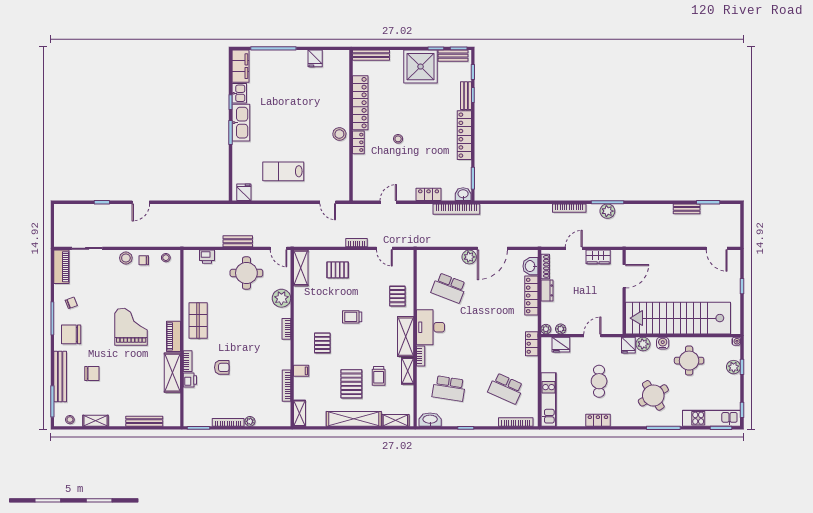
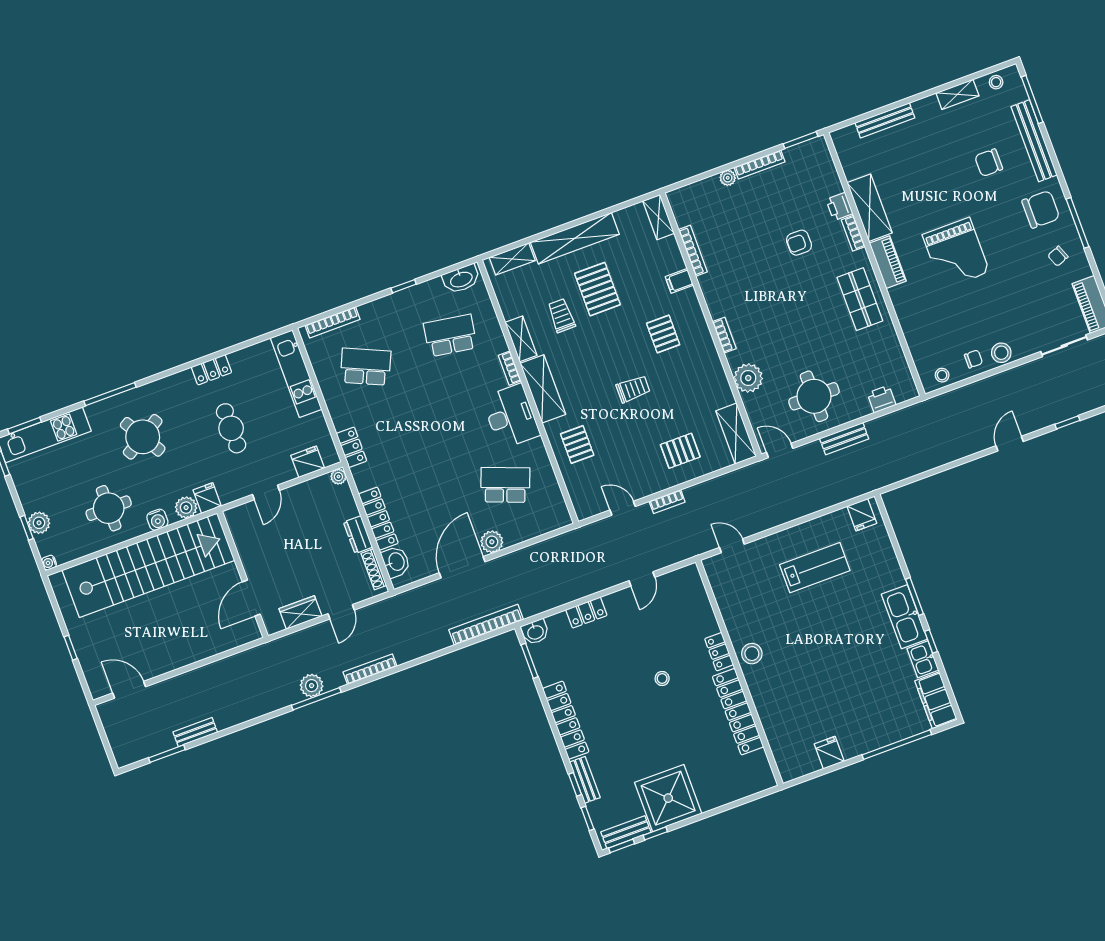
bench: (371, 55) -> (748, 788), removed
bookcase: (456, 209) -> (486, 625), moved
plant: (561, 329) -> (317, 485), removed

